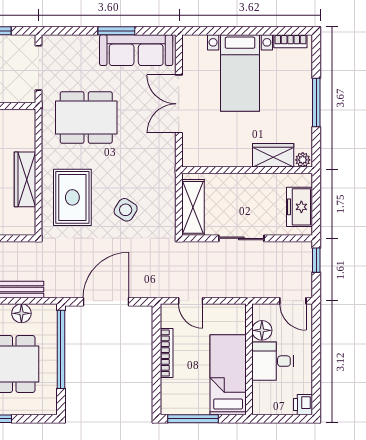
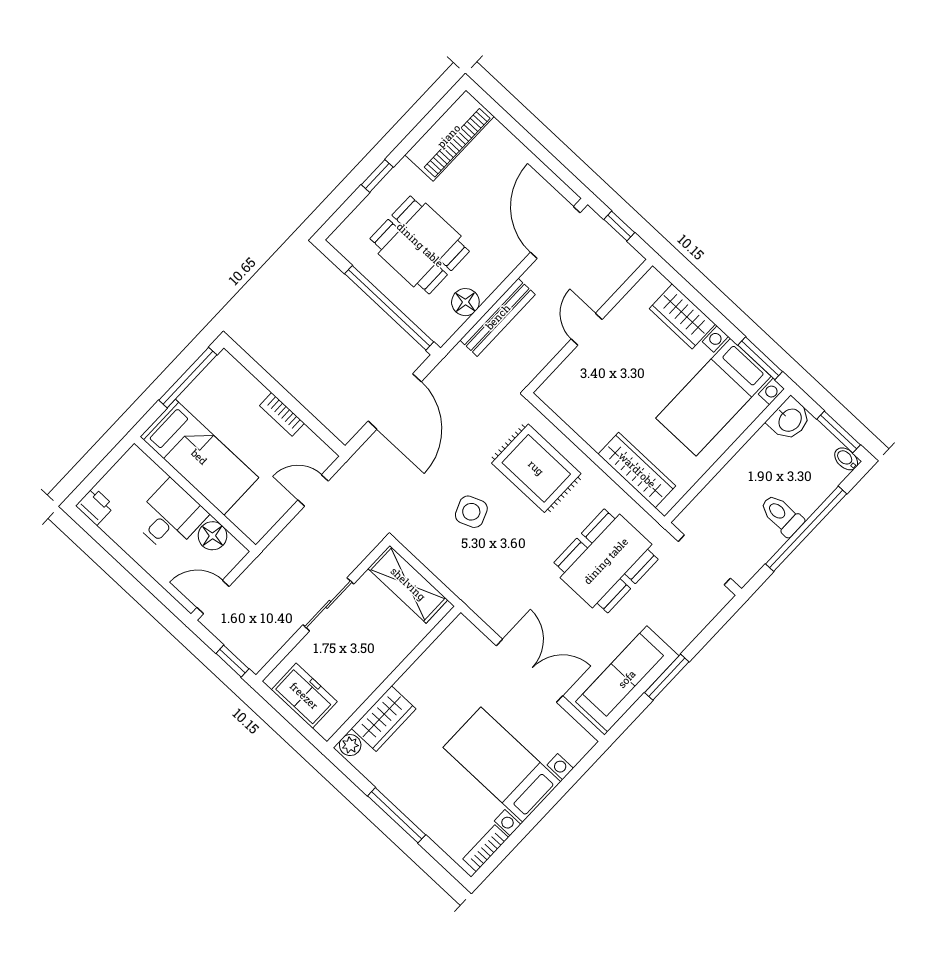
wardrobe: (25, 179) -> (637, 470), moved
side table: (126, 210) -> (471, 512), turned 36
bookcase: (167, 353) -> (282, 414), width x0.64

